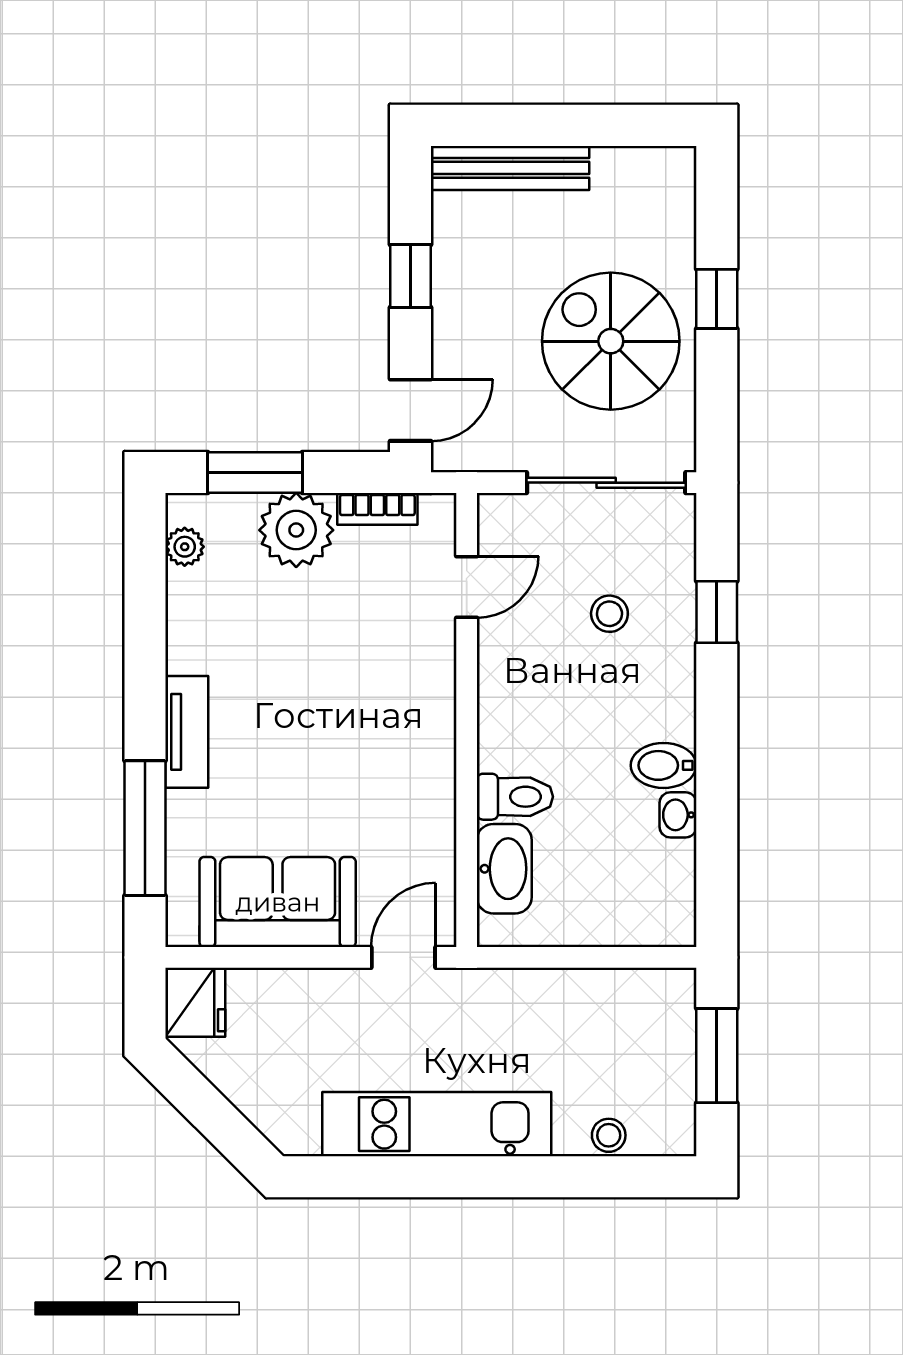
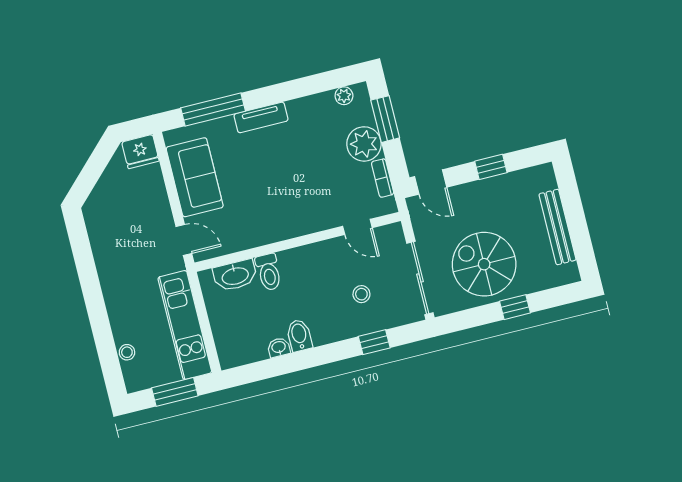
bench: (510, 168) -> (557, 227), moved
spiral stairs: (611, 341) -> (484, 264), turned -90
kitchen unit: (437, 1124) -> (185, 325), moved, turned 180

